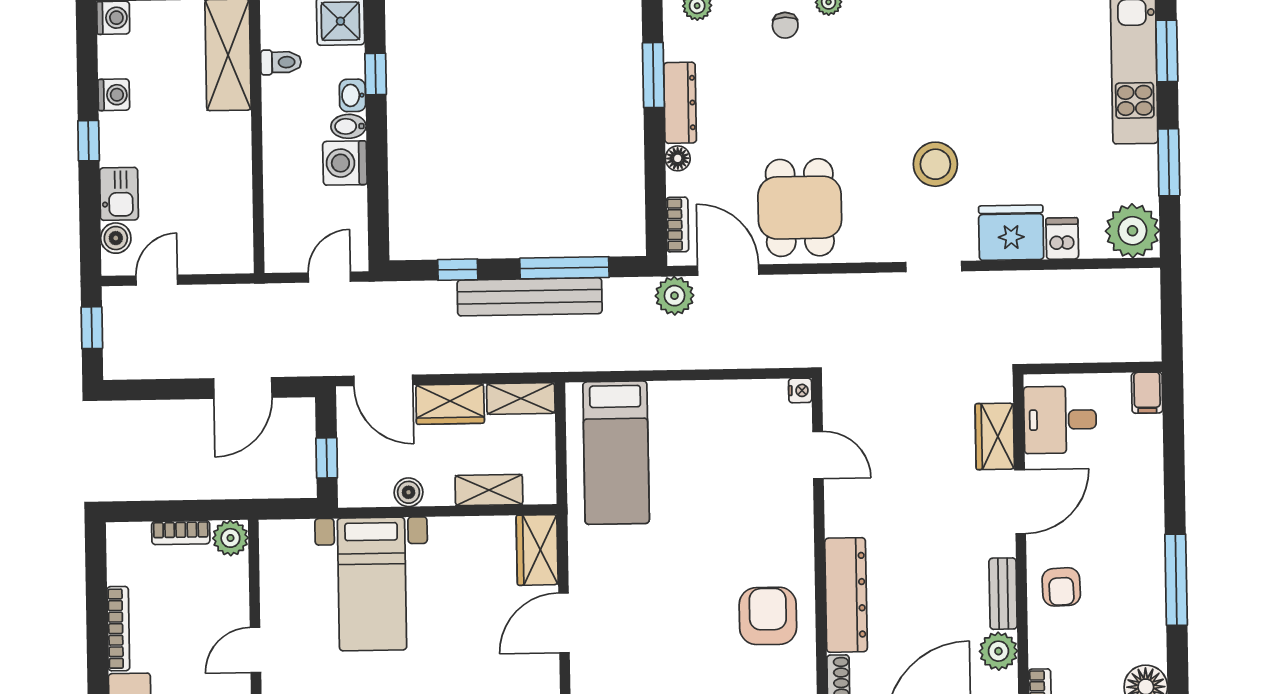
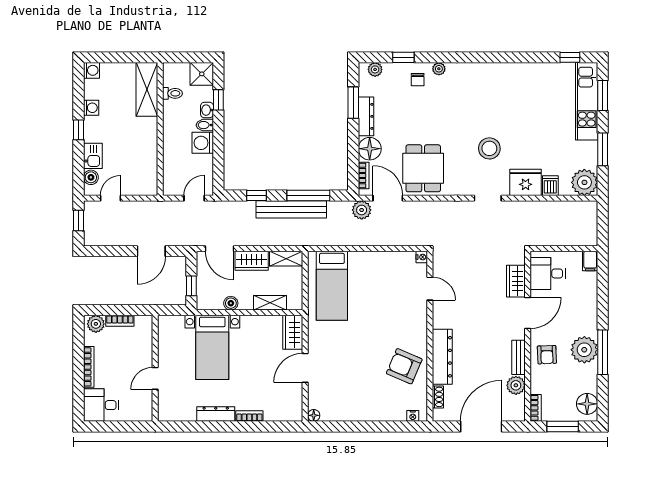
floor lamp: (678, 158) -> (370, 149), width x1.89, depth x1.89
plant: (230, 538) -> (96, 324), moved
plant: (1138, 575) -> (584, 350), added
armchair: (768, 616) -> (404, 366), turned -67

